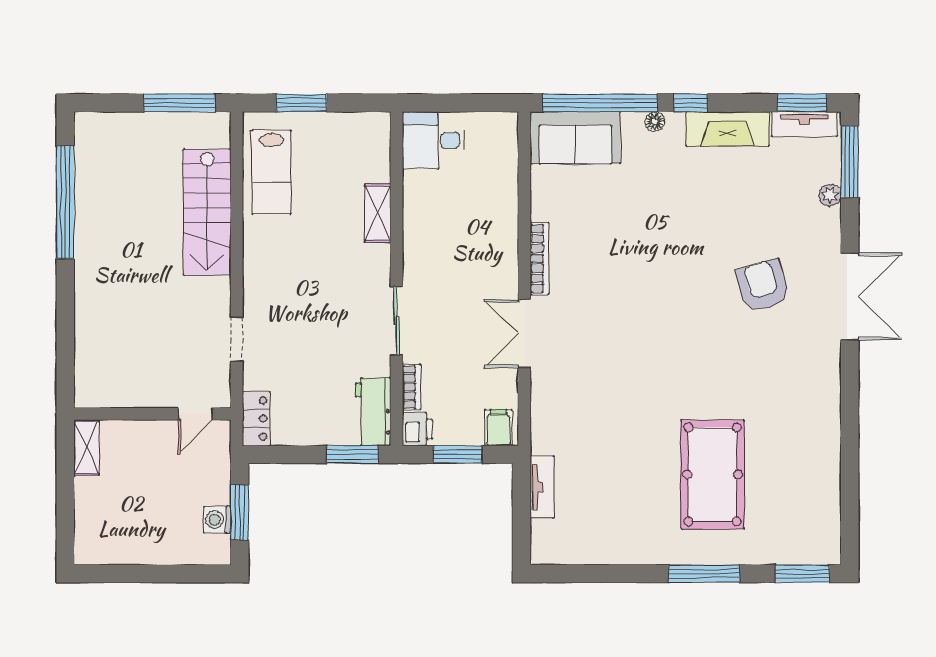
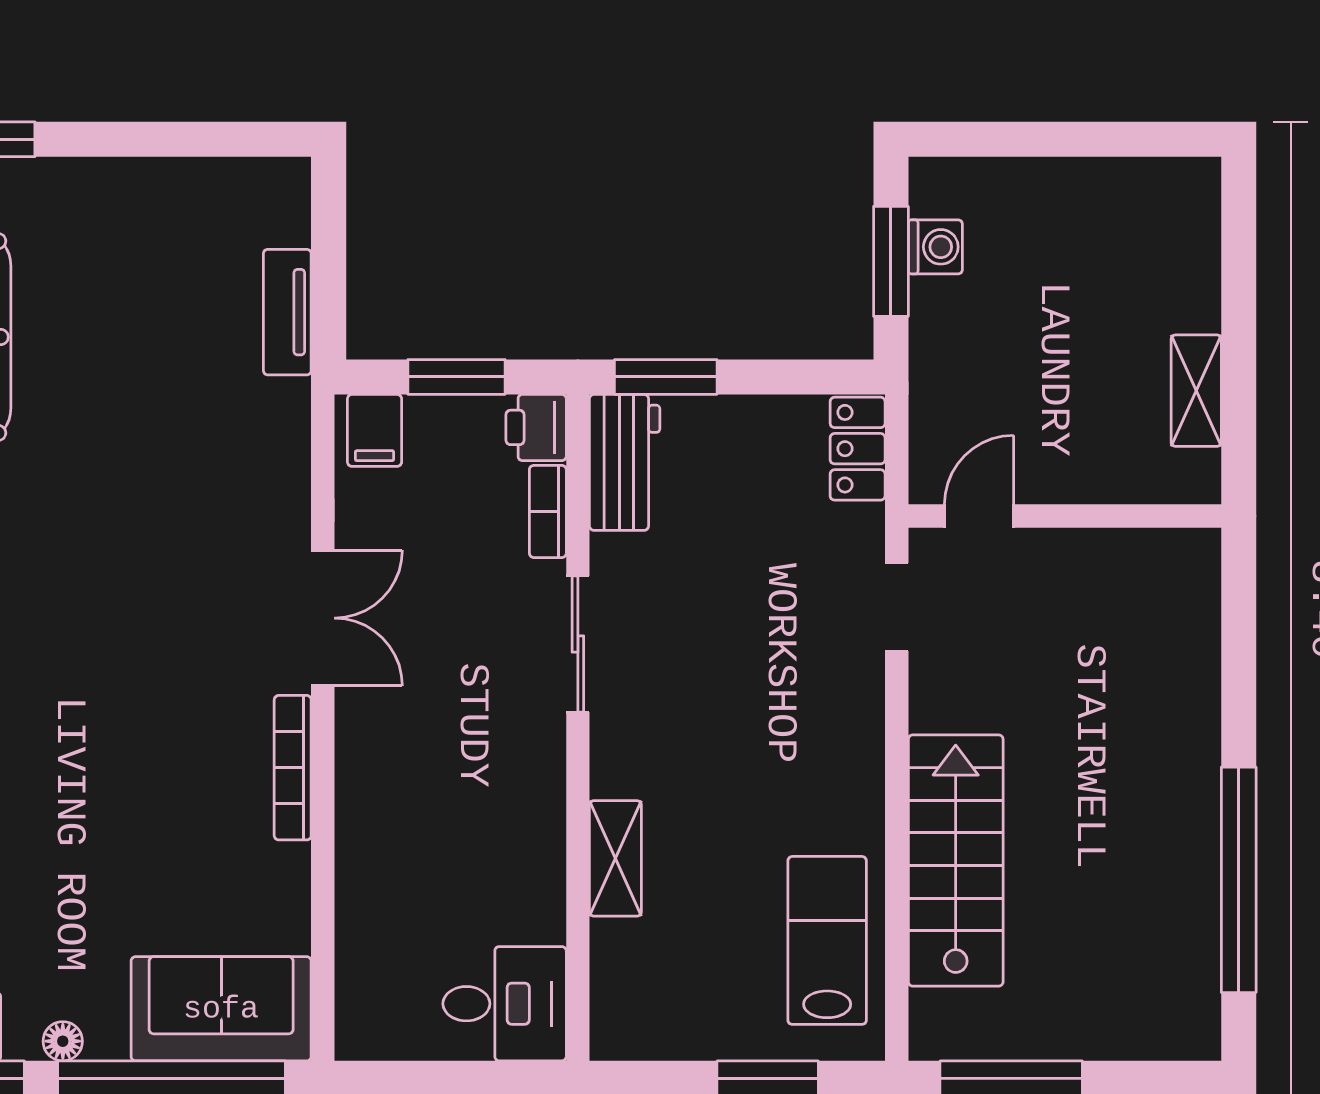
wall: (152, 414) -> (1065, 516), moved
door: (195, 414) -> (979, 516), moved

